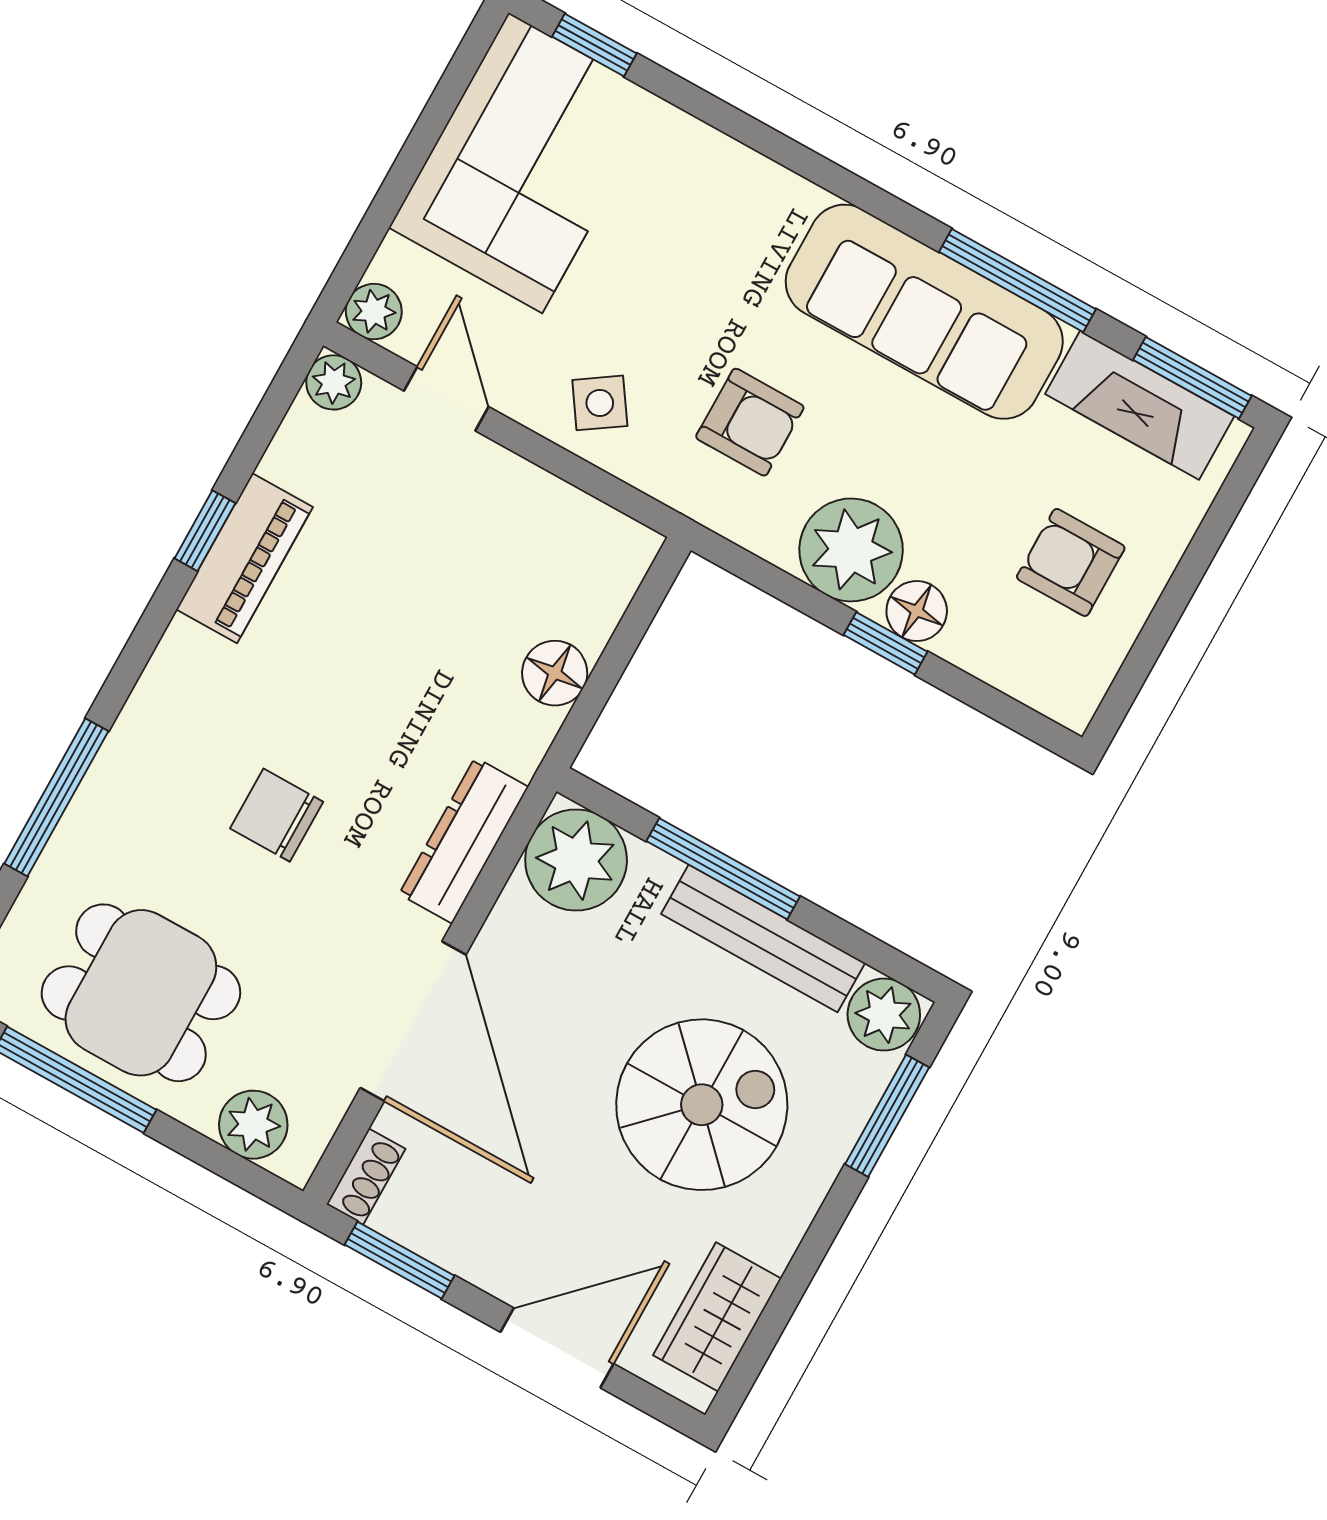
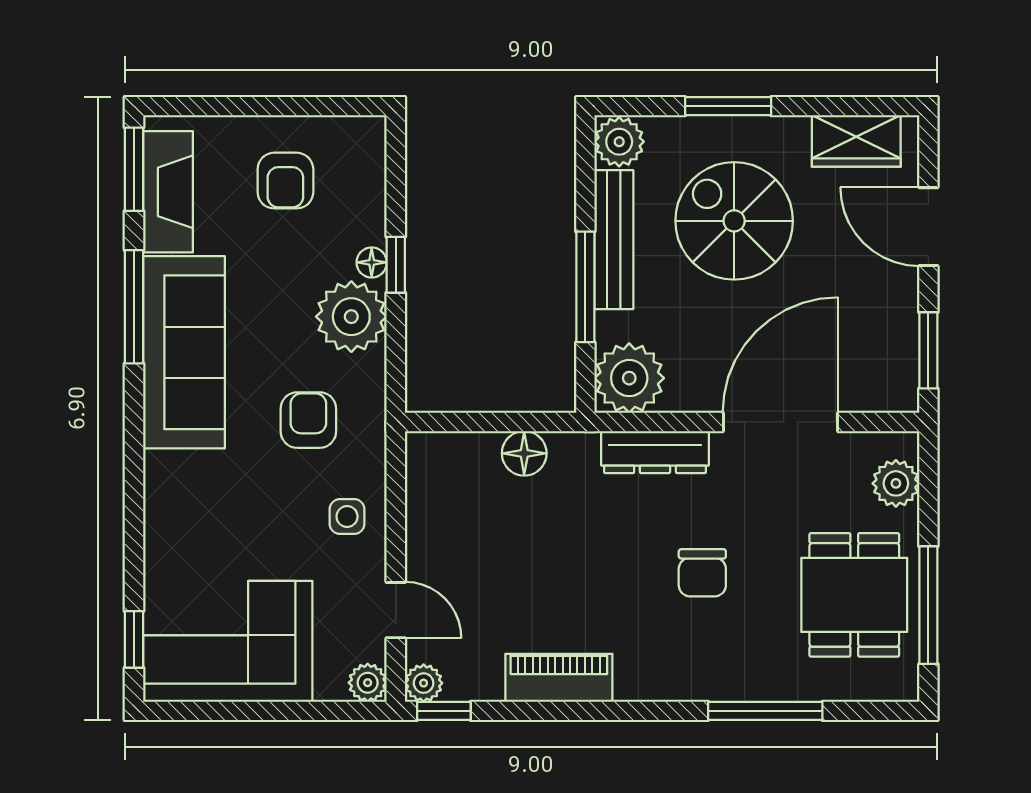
door: (446, 399) -> (396, 610), swing flipped
side table: (600, 403) -> (347, 517), turned 34
window: (205, 531) -> (444, 711), moved
floor lamp: (917, 611) -> (372, 262), width x0.73, depth x0.73
window: (887, 1116) -> (728, 106), moved
shoe rack: (366, 1177) -> (889, 398), removed

